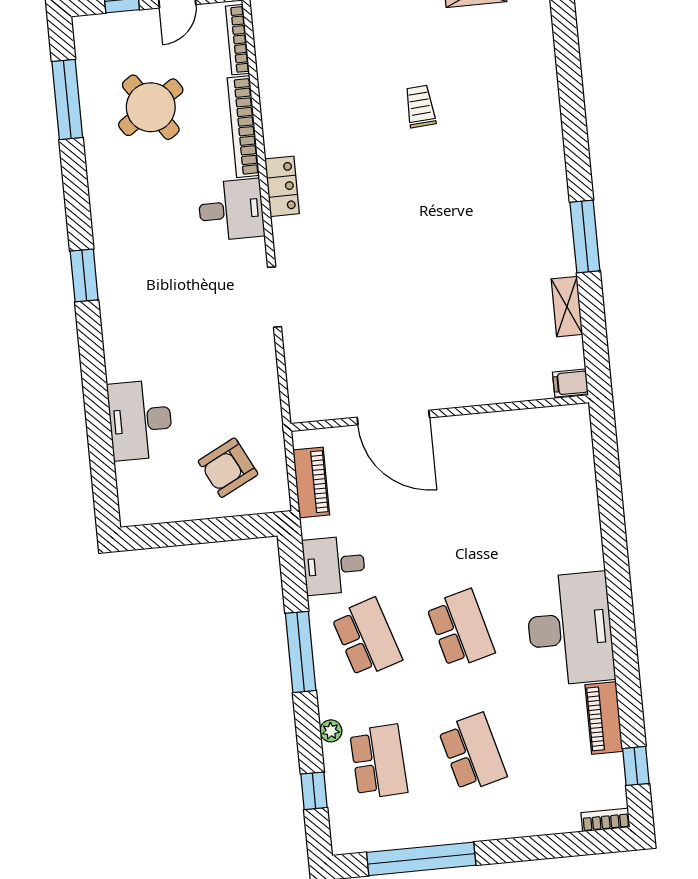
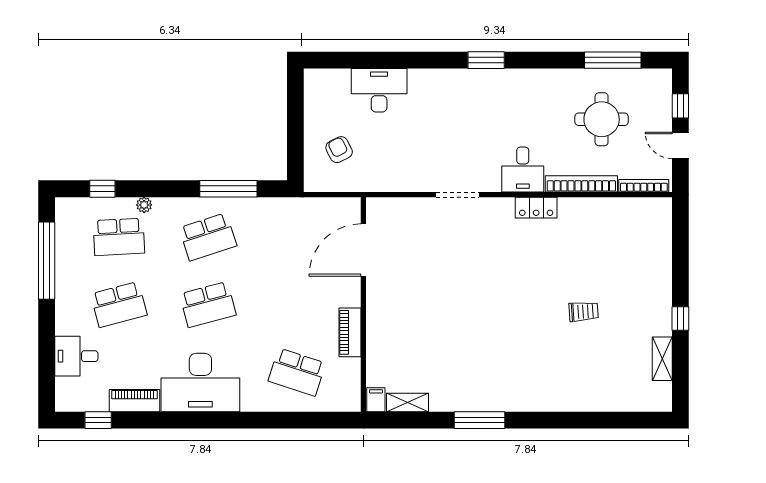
round table: (151, 107) -> (602, 119), turned 34
shelving: (567, 307) -> (408, 403), moved
door: (393, 418) -> (363, 250), moved
armchair: (228, 468) -> (339, 150), width x0.72, depth x0.72
piano: (311, 482) -> (350, 332), moved, turned 90
school desk: (543, 496) -> (297, 372), added
desk: (334, 565) -> (76, 356), moved, turned -90
window: (301, 652) -> (228, 189), moved
bookcase: (606, 820) -> (62, 395), removed

